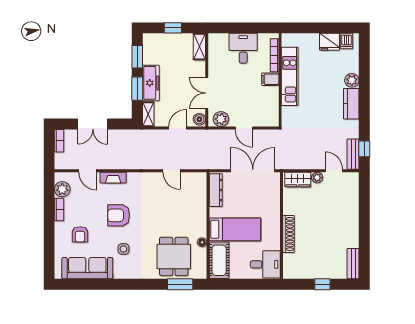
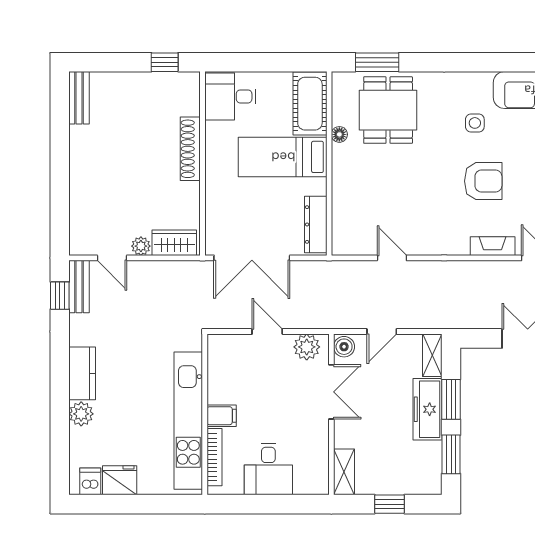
kitchen unit: (290, 76) -> (188, 421), width x1.36
window: (322, 284) -> (165, 62), moved

